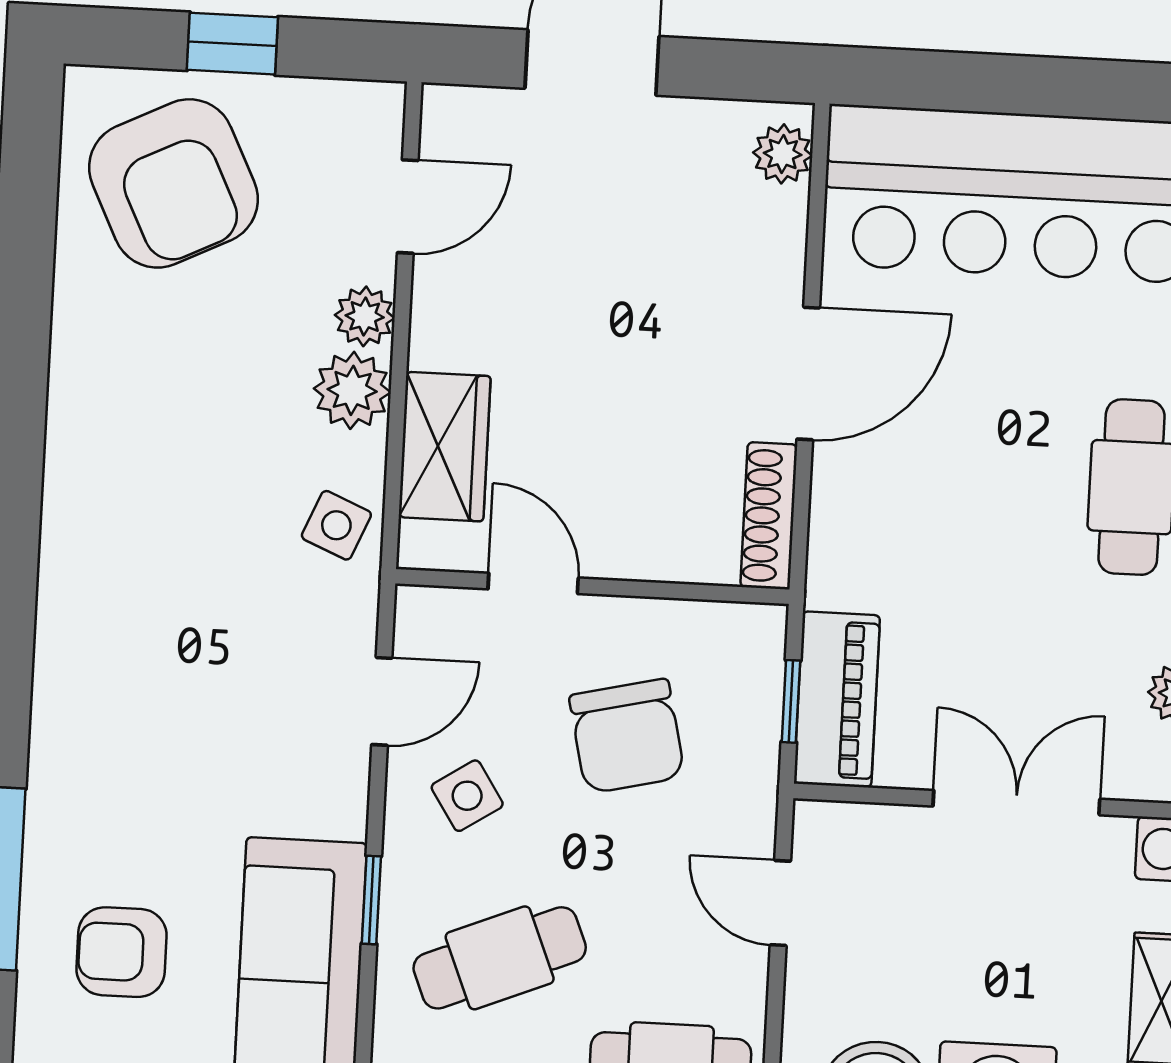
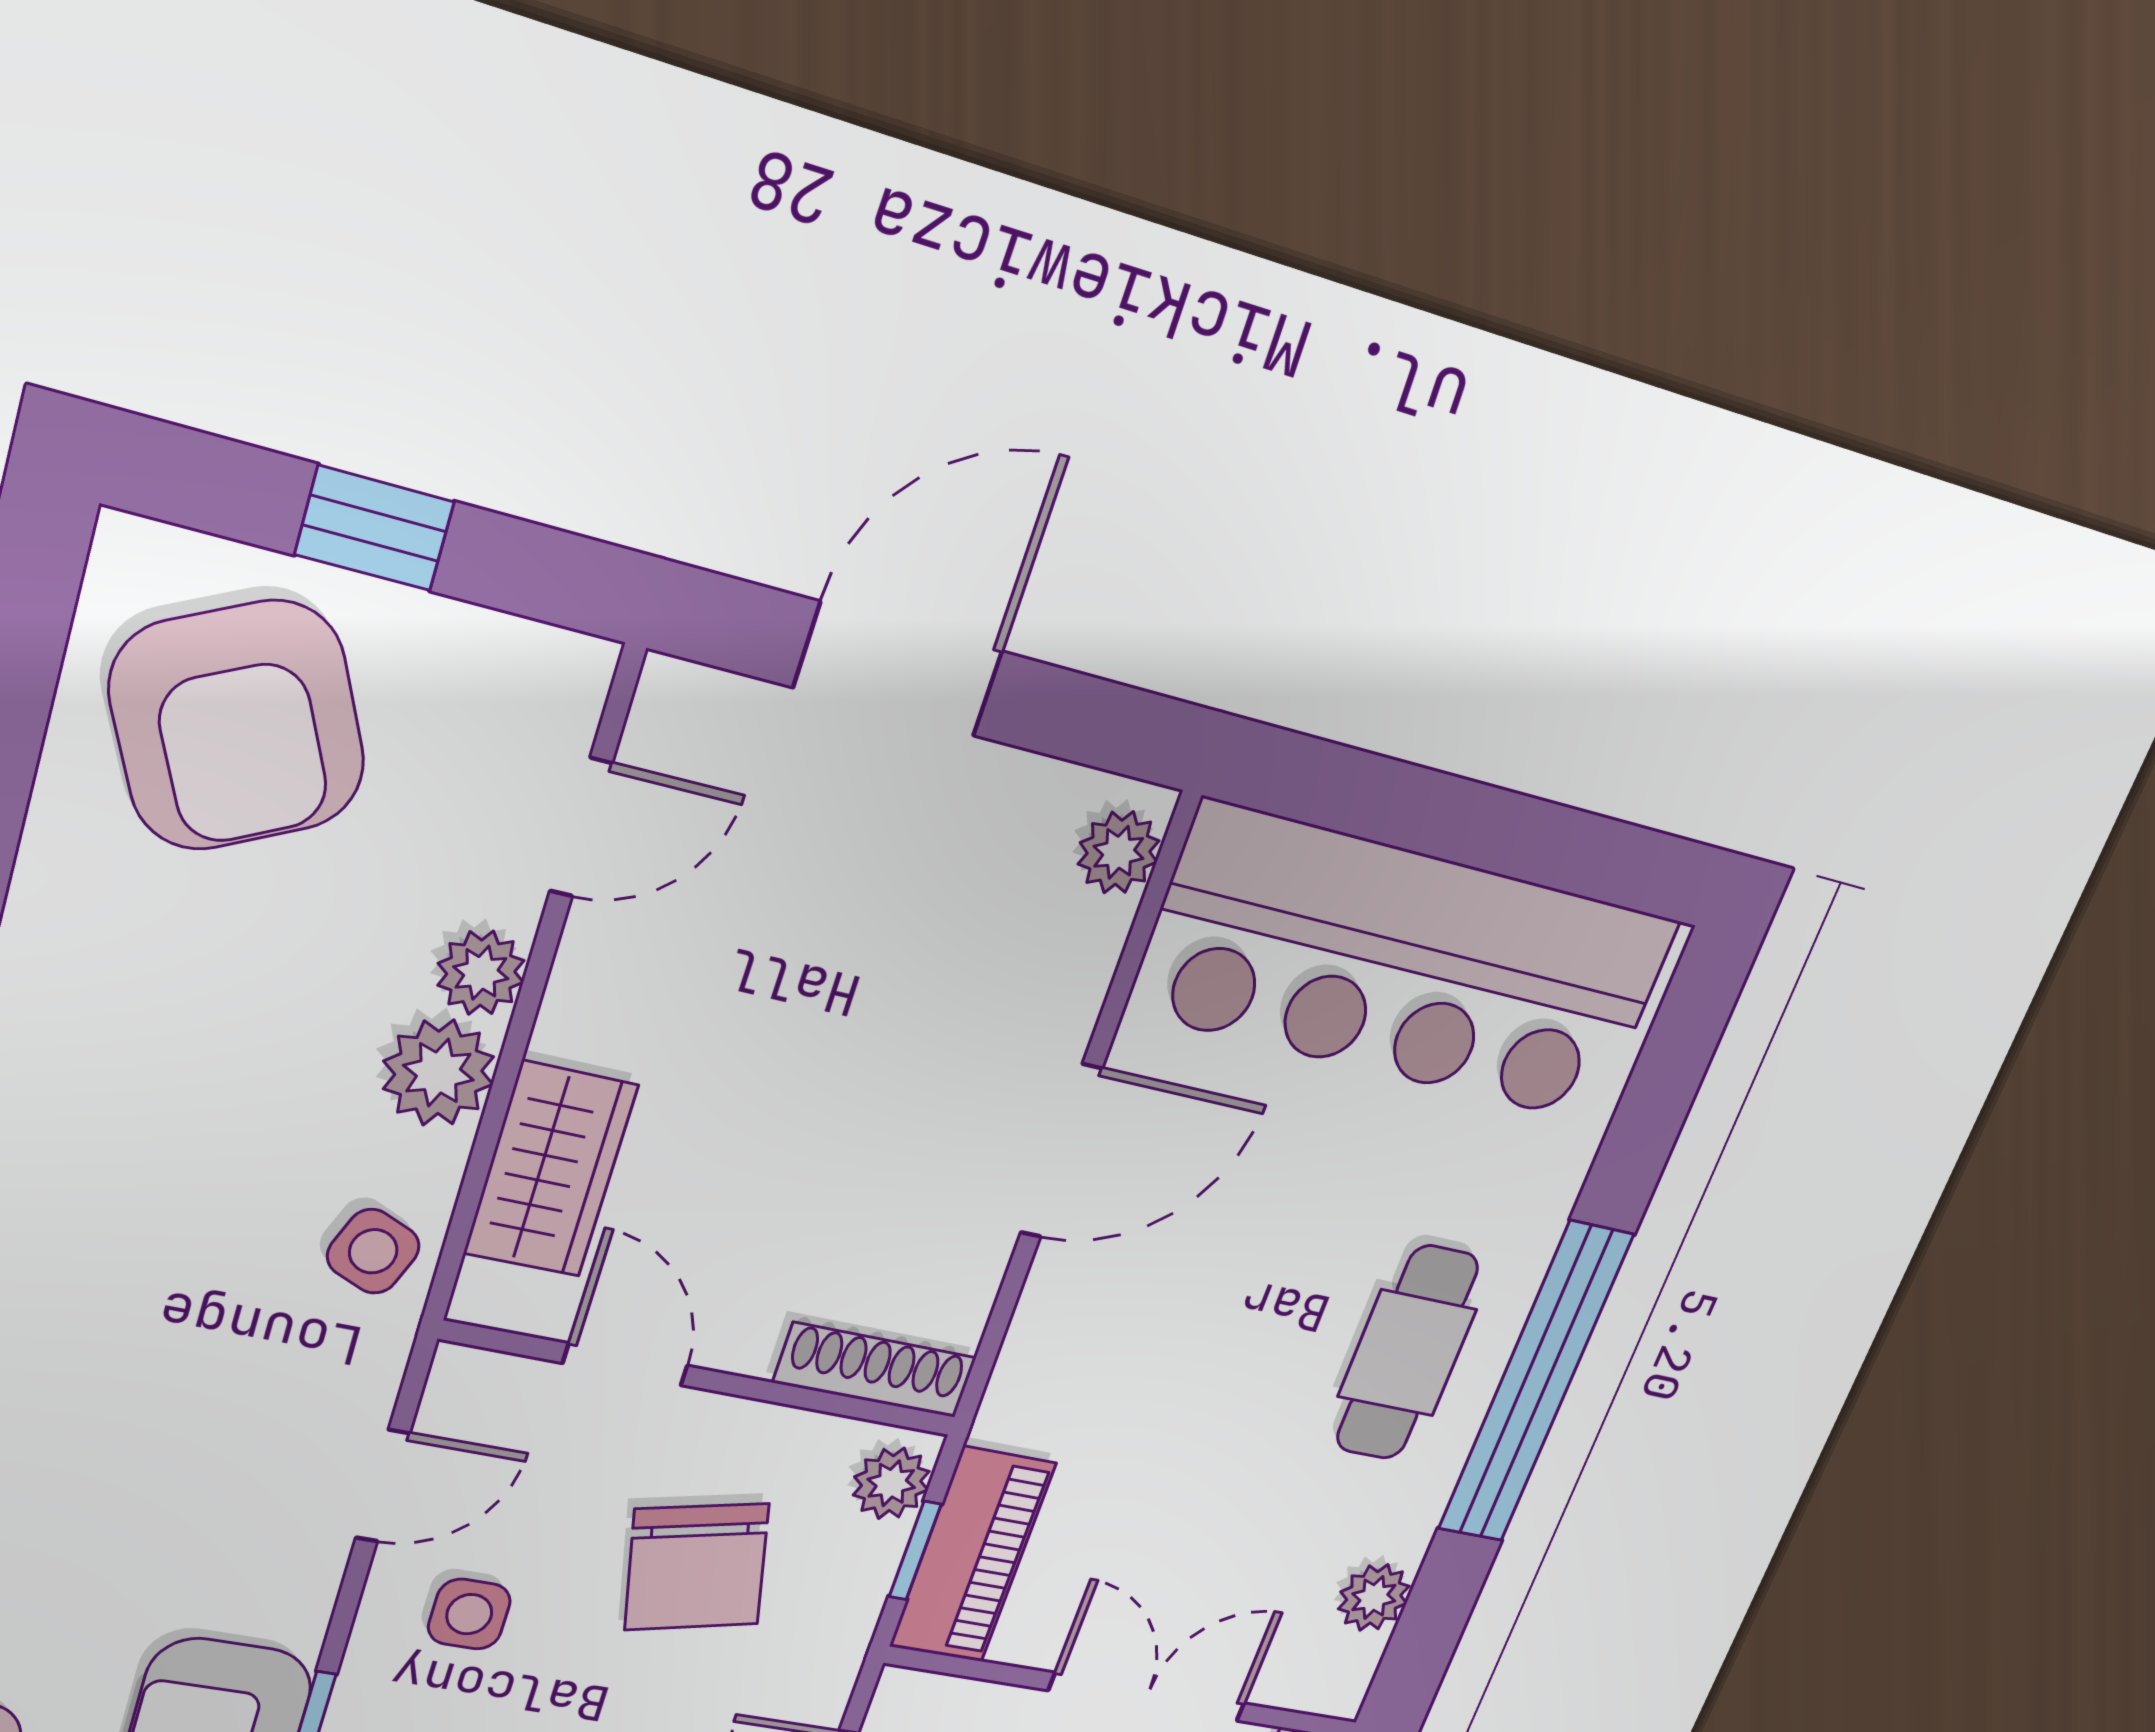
shoe rack: (769, 516) -> (875, 1370), moved, turned 90
plant: (757, 649) -> (891, 1483), added
side table: (467, 796) -> (469, 1614), turned 33

